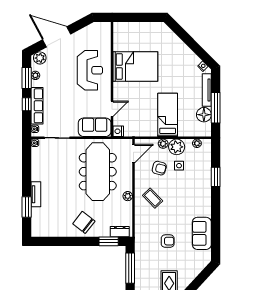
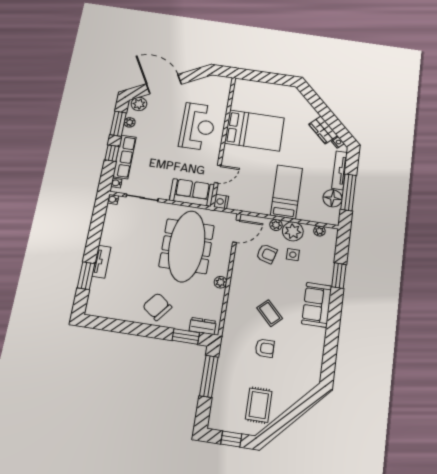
wardrobe: (190, 57) -> (323, 130), added
coffee table: (153, 198) -> (270, 313), moved
sofa: (202, 233) -> (317, 305), moved

